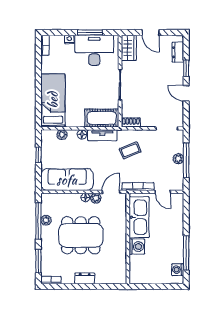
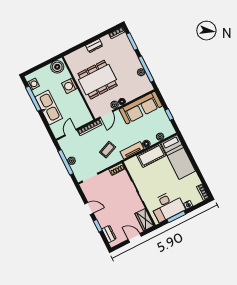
cot: (102, 118) -> (151, 155), moved
door: (163, 192) -> (71, 132), hinge flipped
kitchen sink: (139, 217) -> (49, 108), moved, turned 180
dining table: (81, 235) -> (97, 80), moved
boiler: (140, 276) -> (57, 67), added

